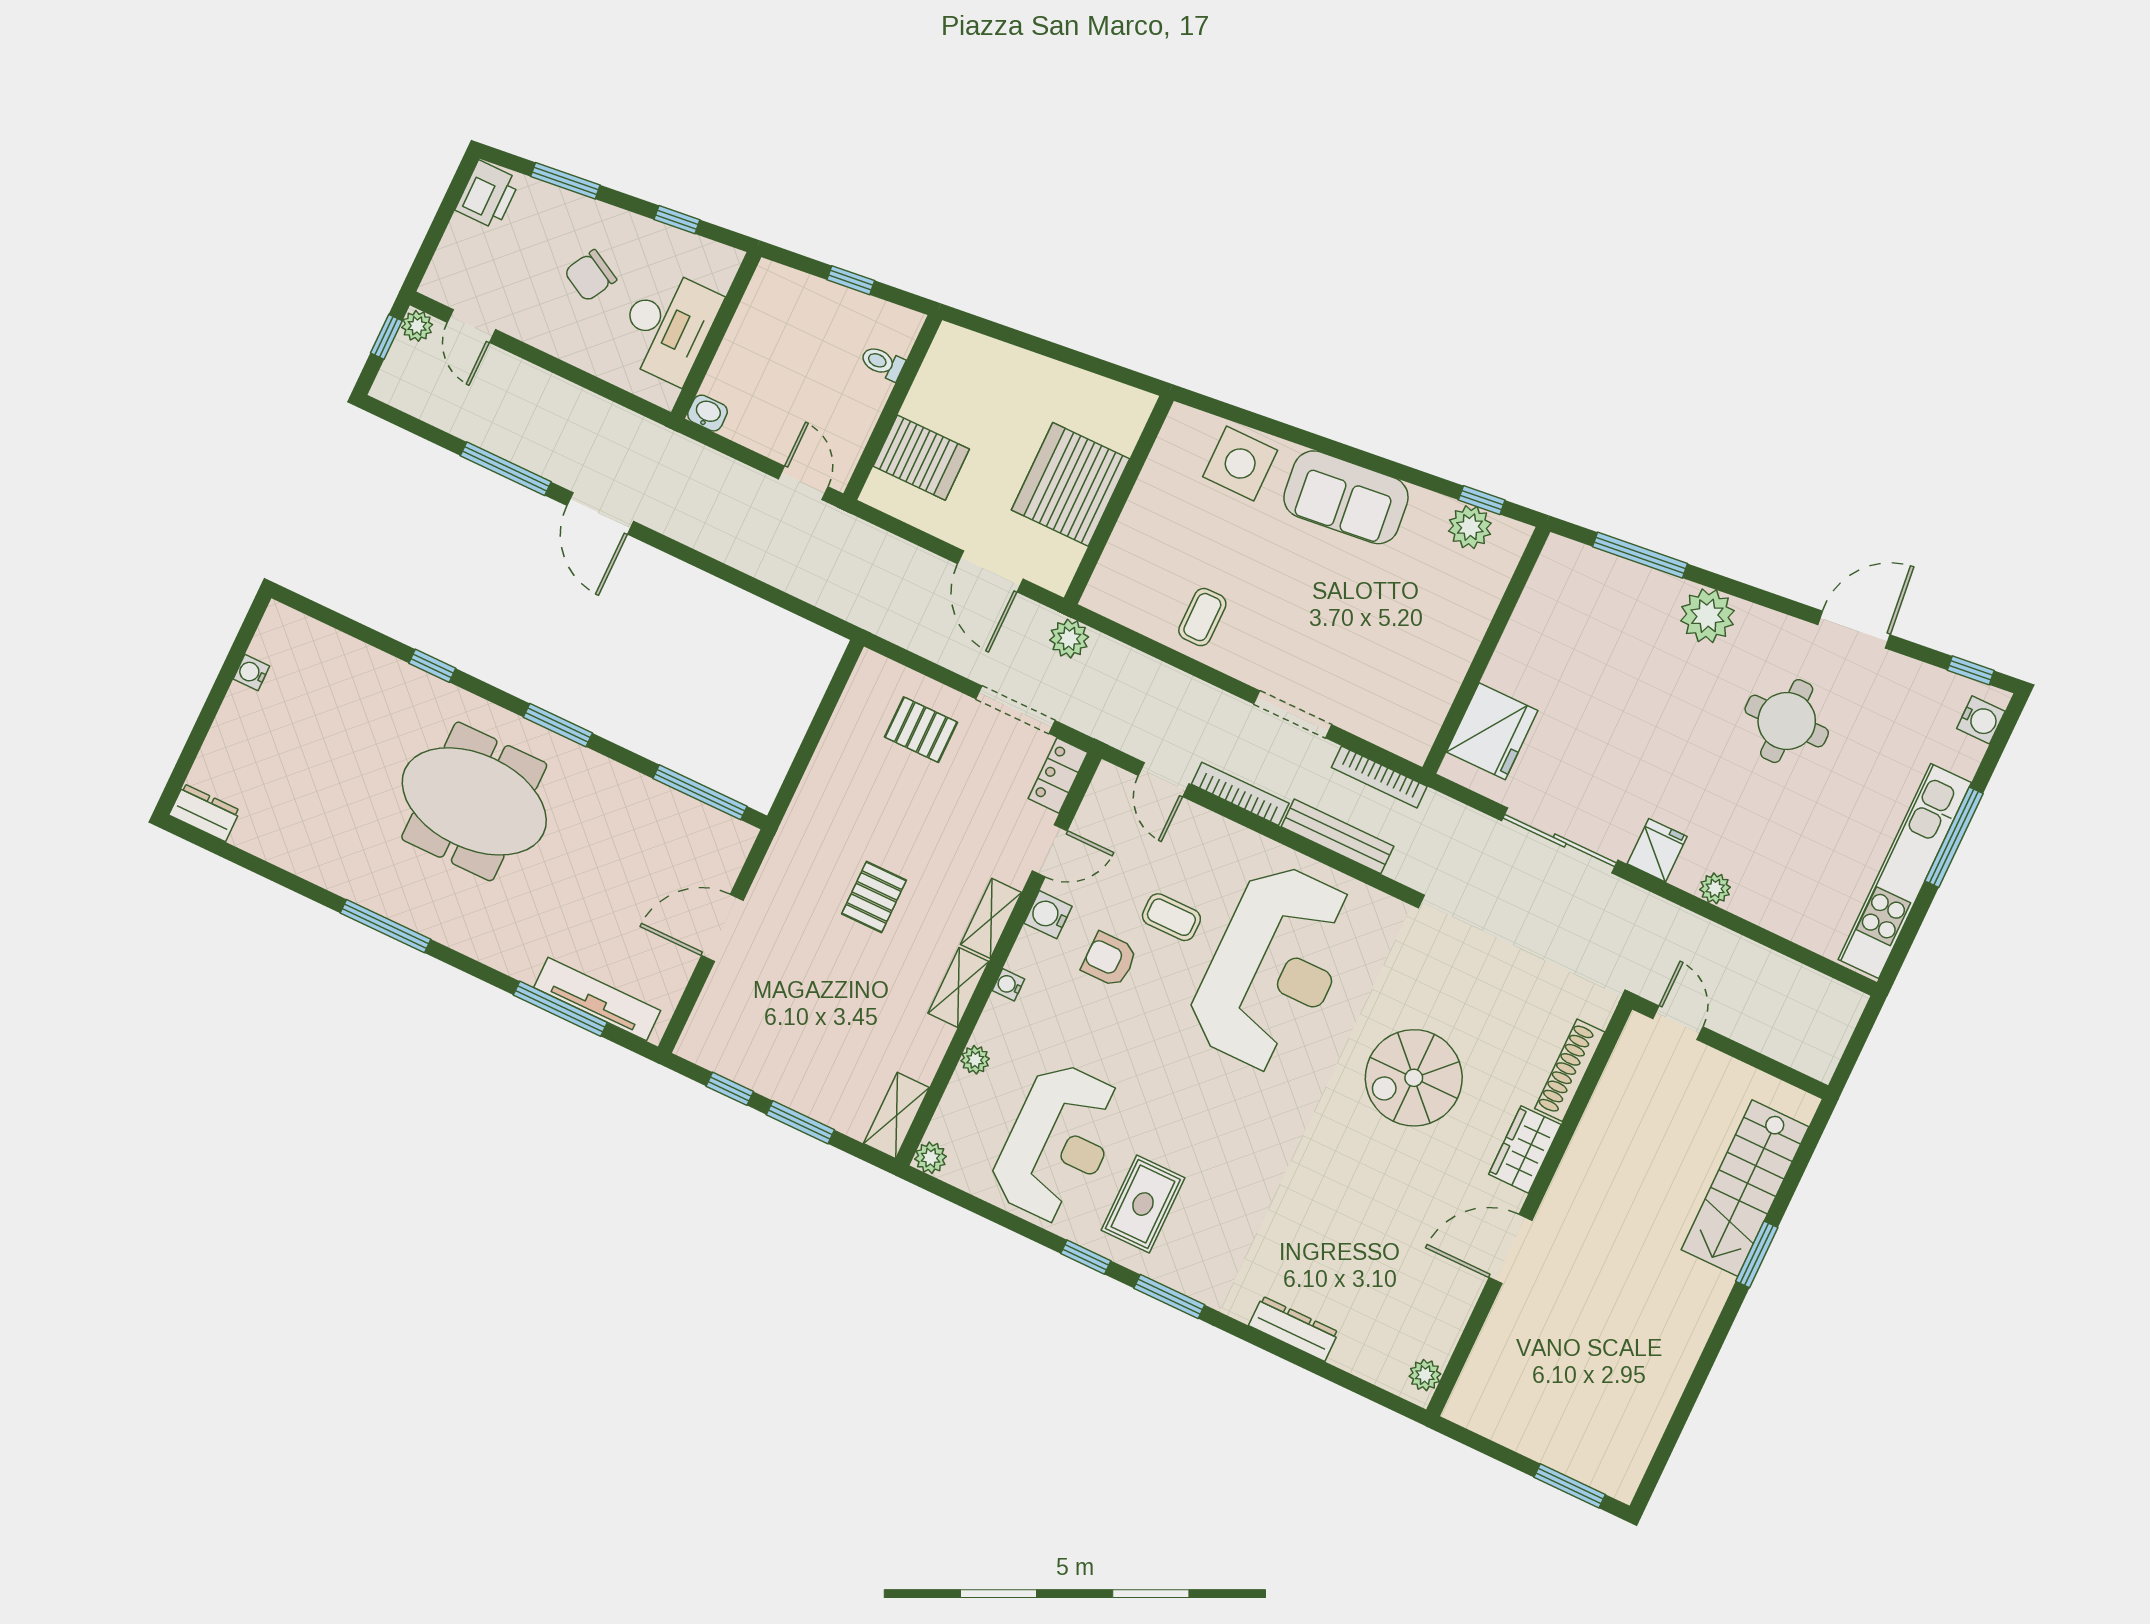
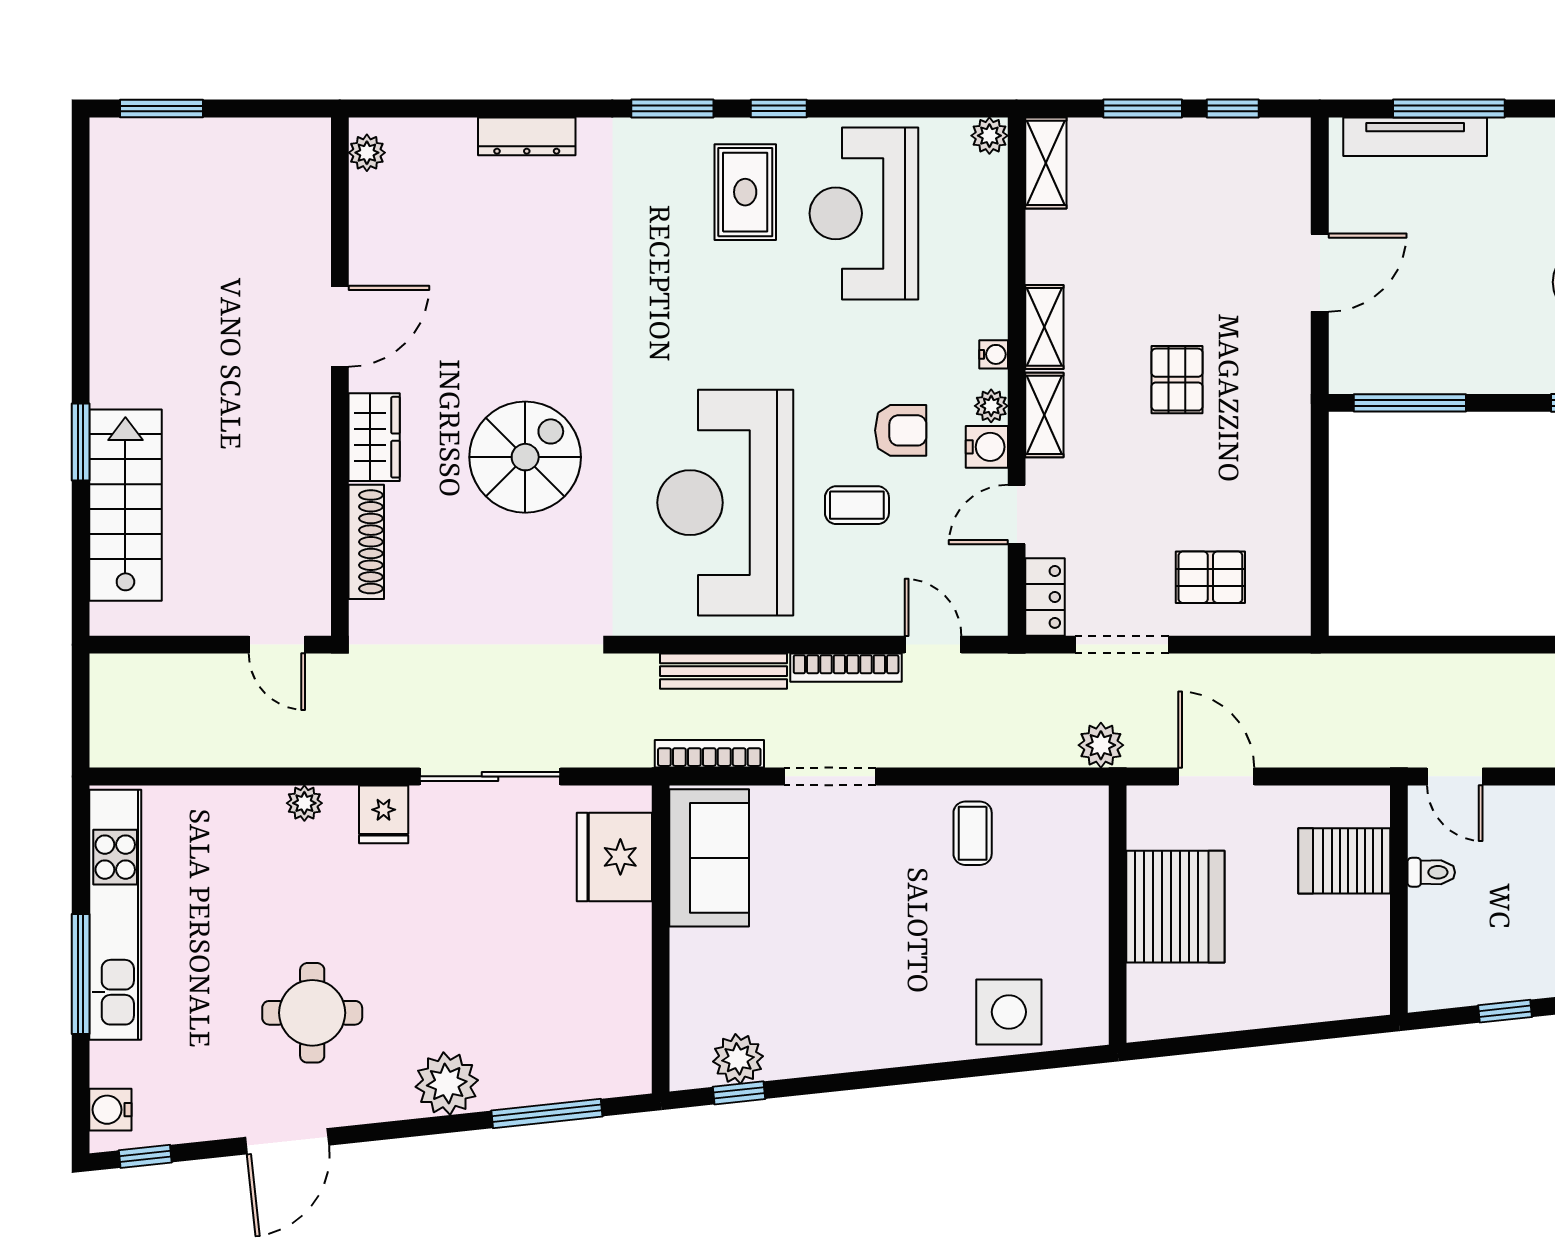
toilet: (882, 363) -> (1431, 872), moved
sofa: (1346, 497) -> (709, 858), moved, turned 96
plant: (975, 1060) -> (991, 406), moved

